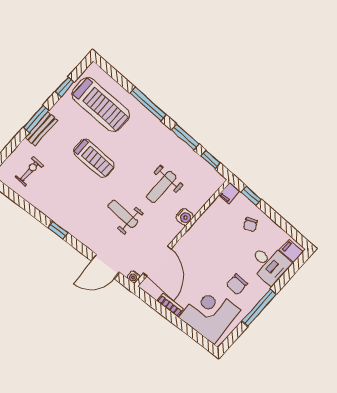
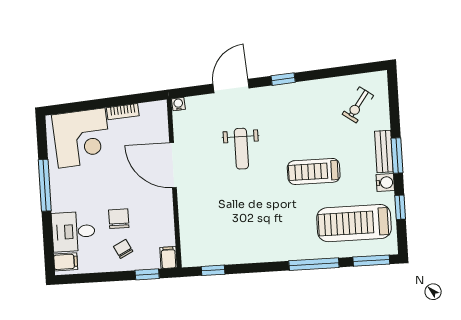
window: (185, 137) -> (371, 261), moved
exercise bike: (29, 171) -> (358, 105), turned 36
weight bench: (161, 187) -> (232, 205), removed
weight bench: (123, 214) -> (241, 149), turned 90
water cooler: (185, 217) -> (385, 183), moved, turned 180
door: (157, 261) -> (173, 165), moved
door: (105, 266) -> (231, 86), moved
chair: (237, 284) -> (119, 219), moved

